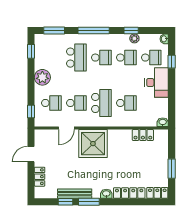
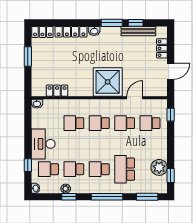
plant: (42, 77) -> (159, 167), moved
school desk: (101, 103) -> (99, 123), width x0.54
bench: (75, 194) -> (138, 31), moved

